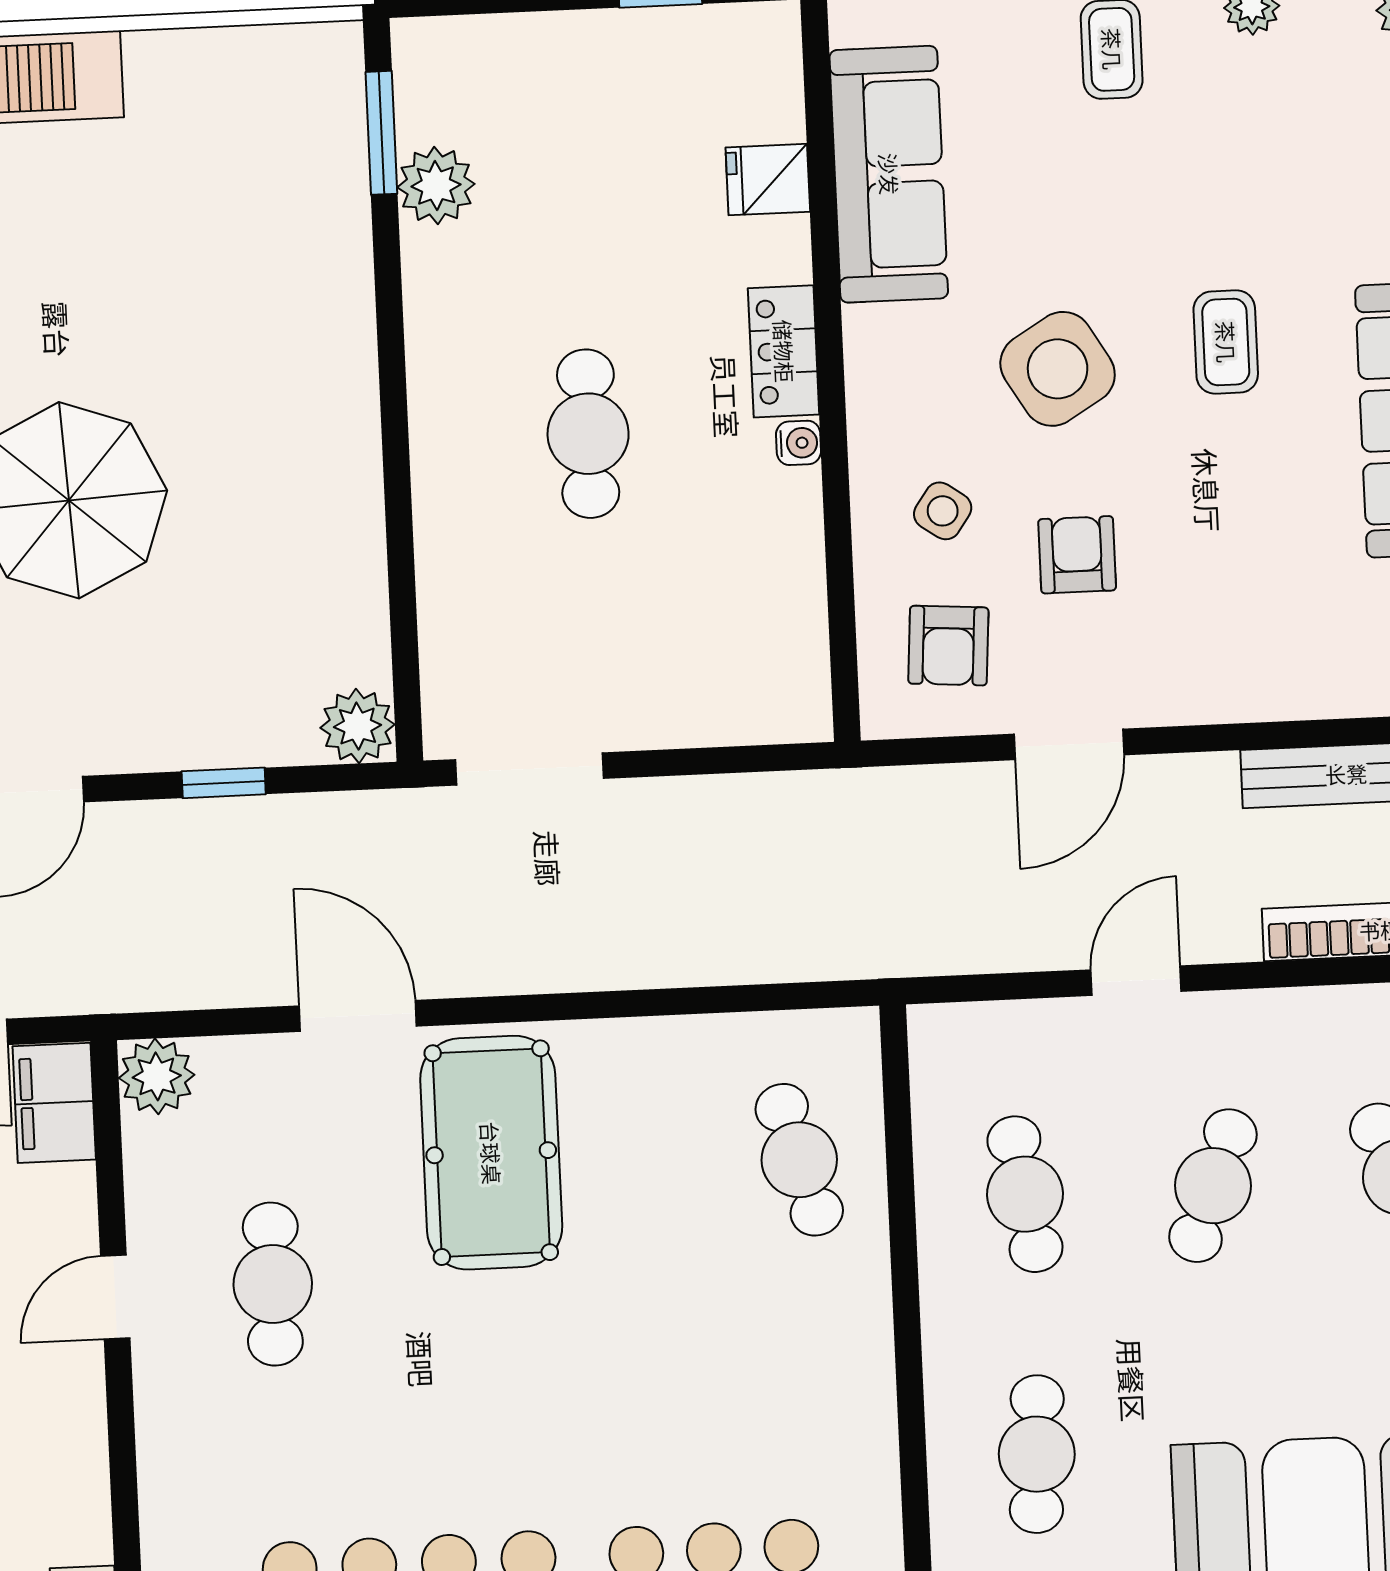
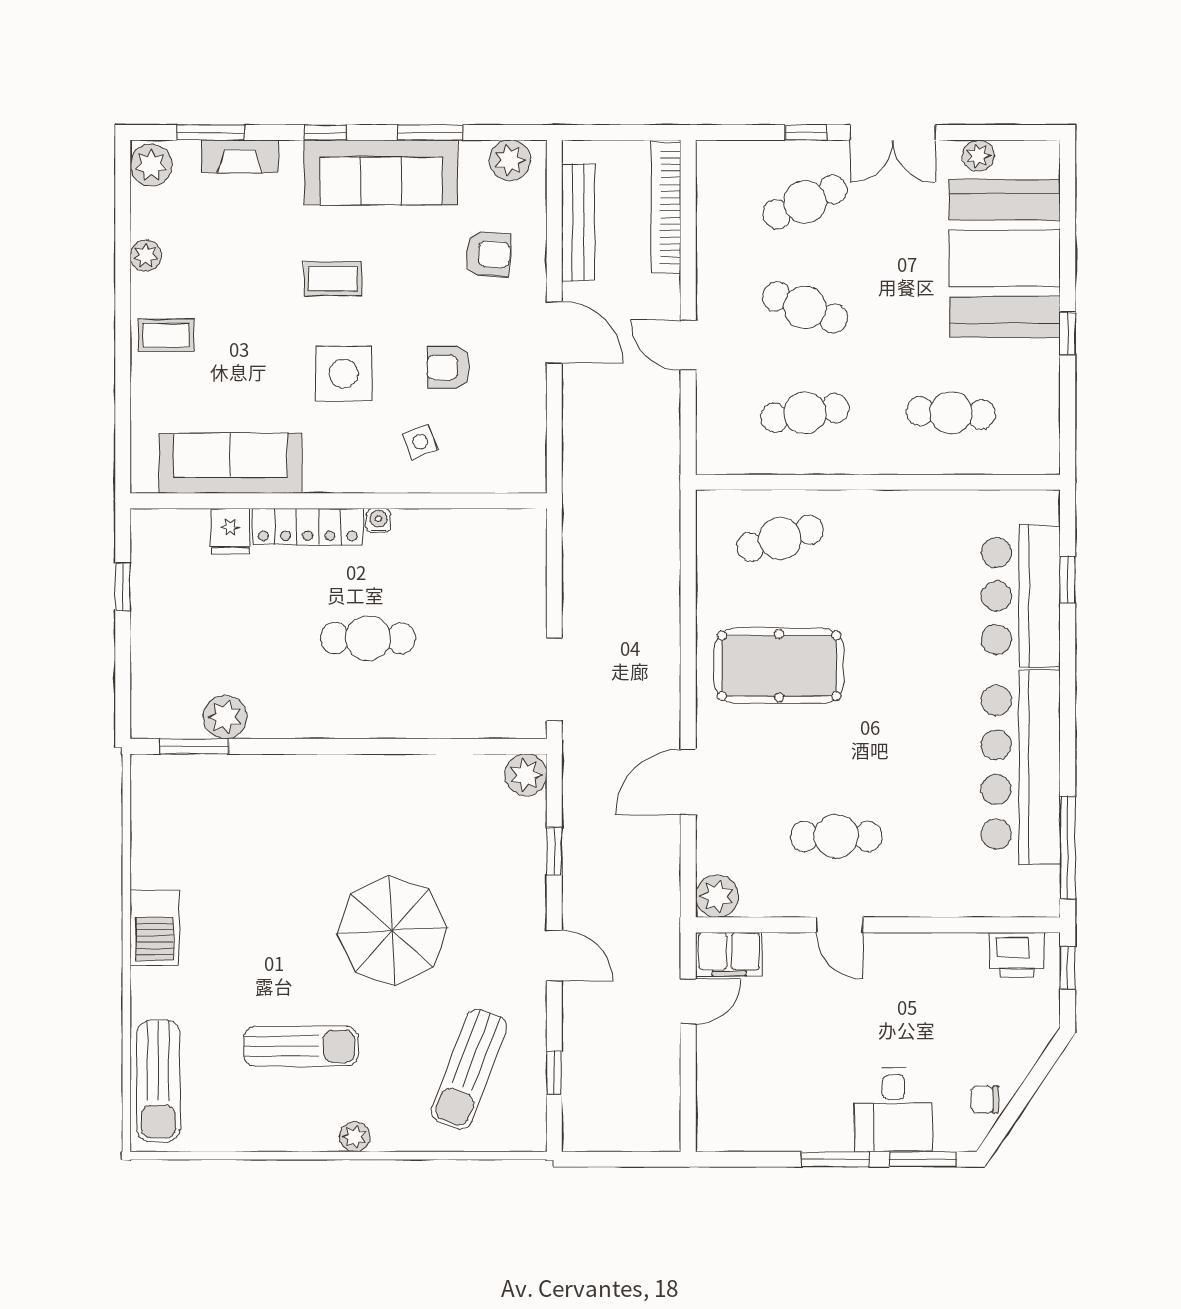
locker: (784, 351) -> (308, 527), width x1.53
side table: (1058, 369) -> (344, 374), turned 31
side table: (943, 511) -> (420, 442), turned 34
armchair: (948, 646) -> (488, 254), moved
door: (1069, 744) -> (554, 332), moved
pool table: (491, 1153) -> (779, 666), moved

